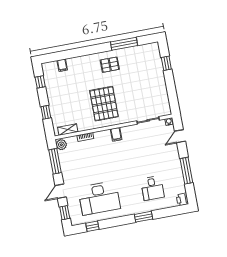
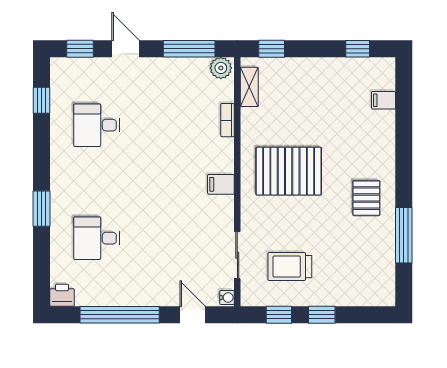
window: (166, 63) -> (322, 315), moved
trolley: (149, 95) -> (290, 267), added
window: (172, 96) -> (279, 315), added
window: (46, 112) -> (272, 49), moved
window: (186, 171) -> (120, 315), width x1.46
desk: (99, 198) -> (97, 125), width x0.53, depth x0.77

